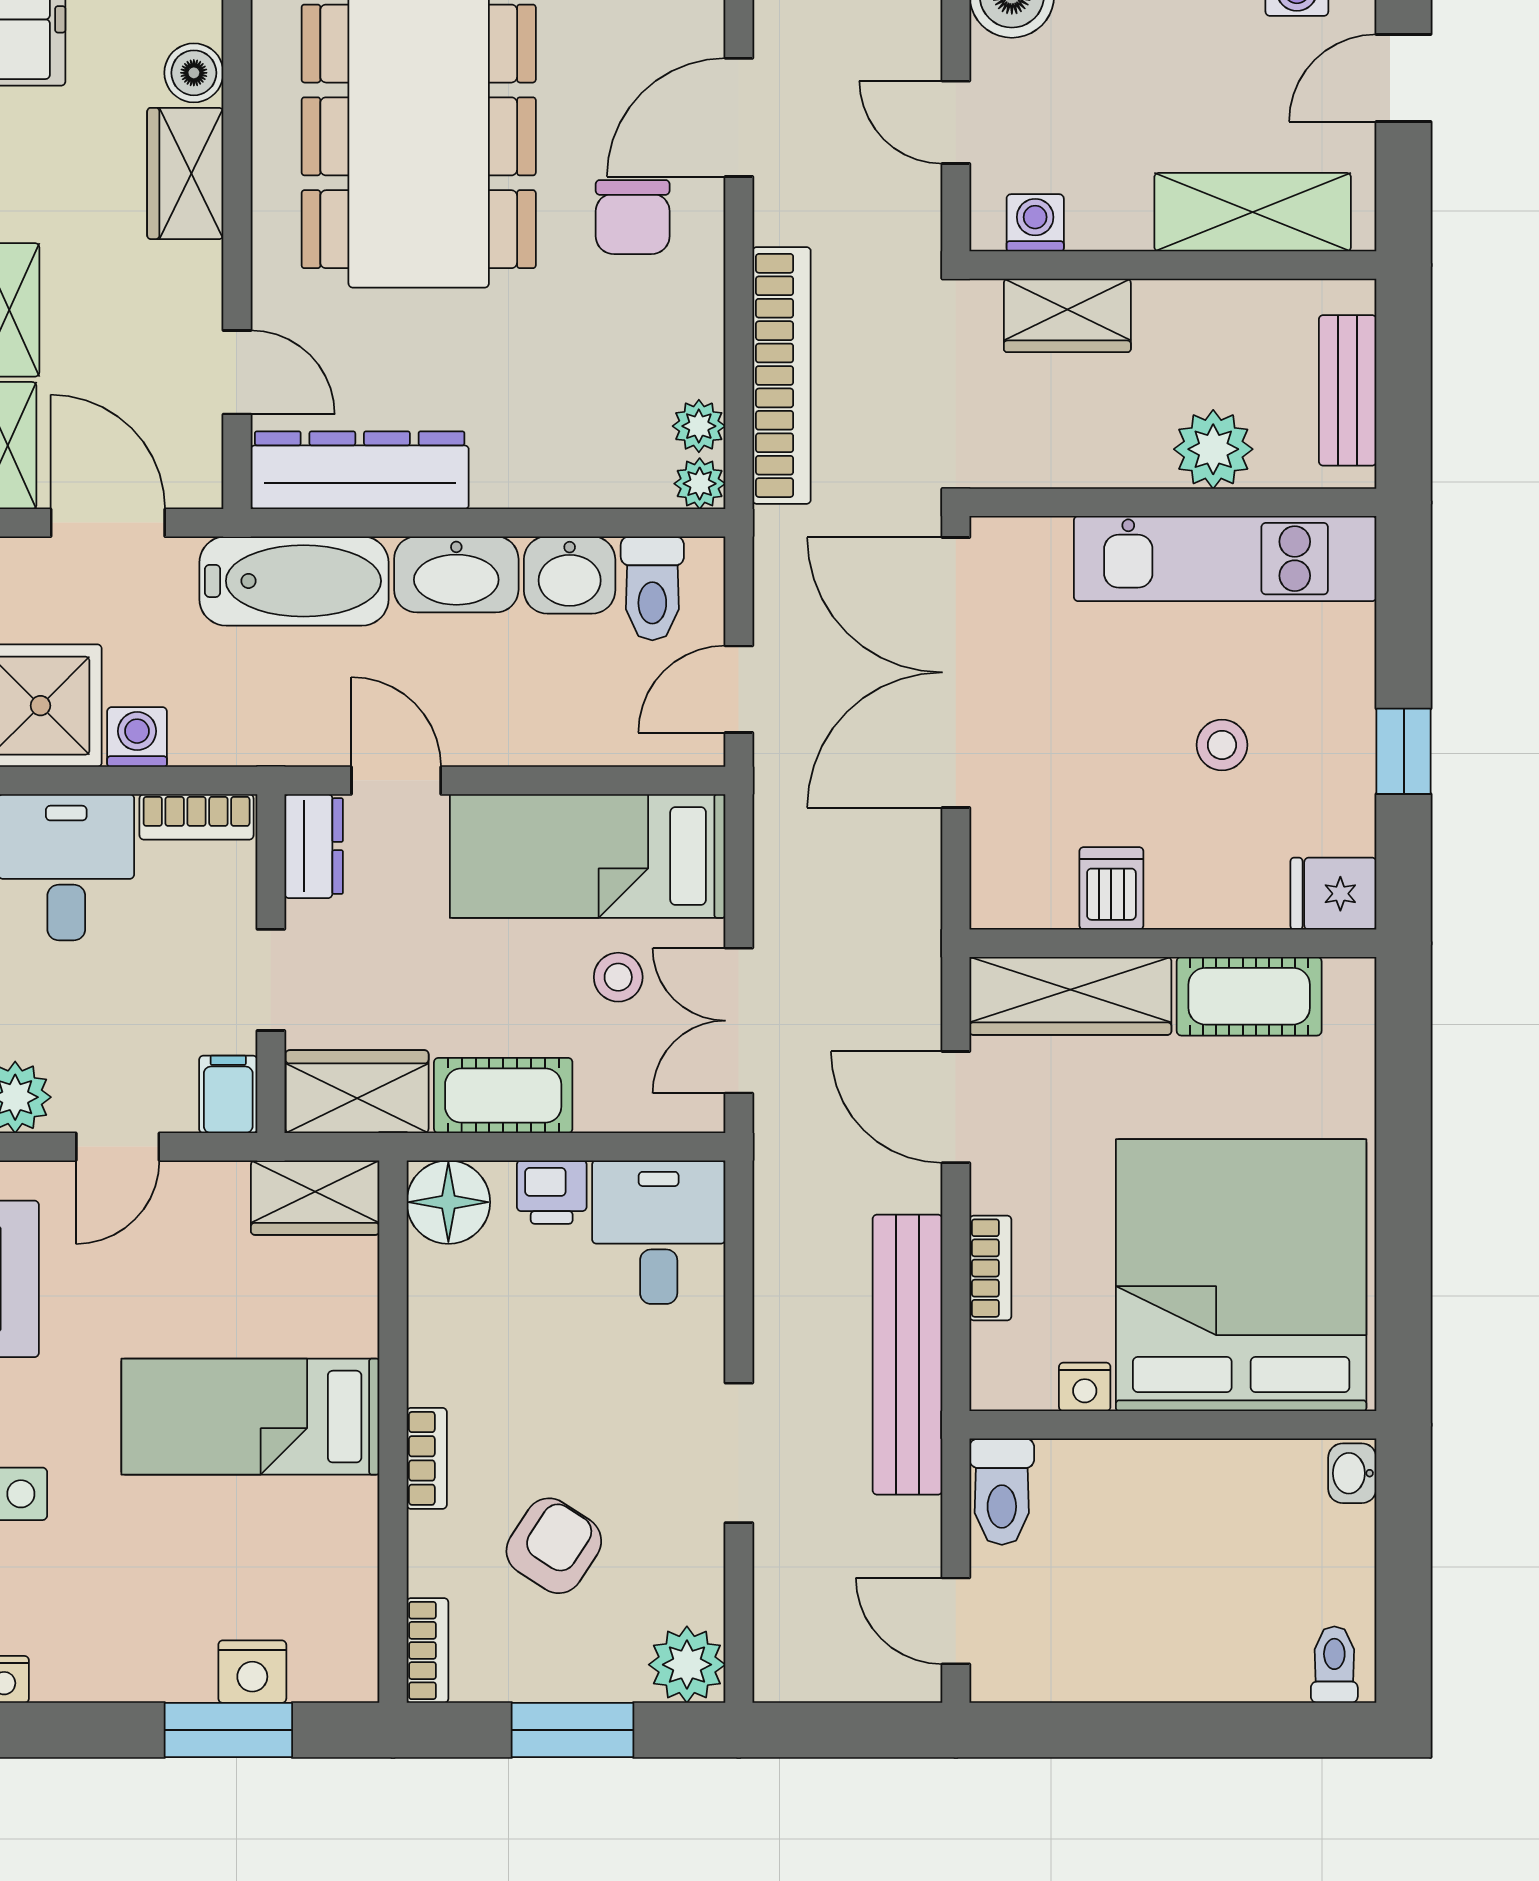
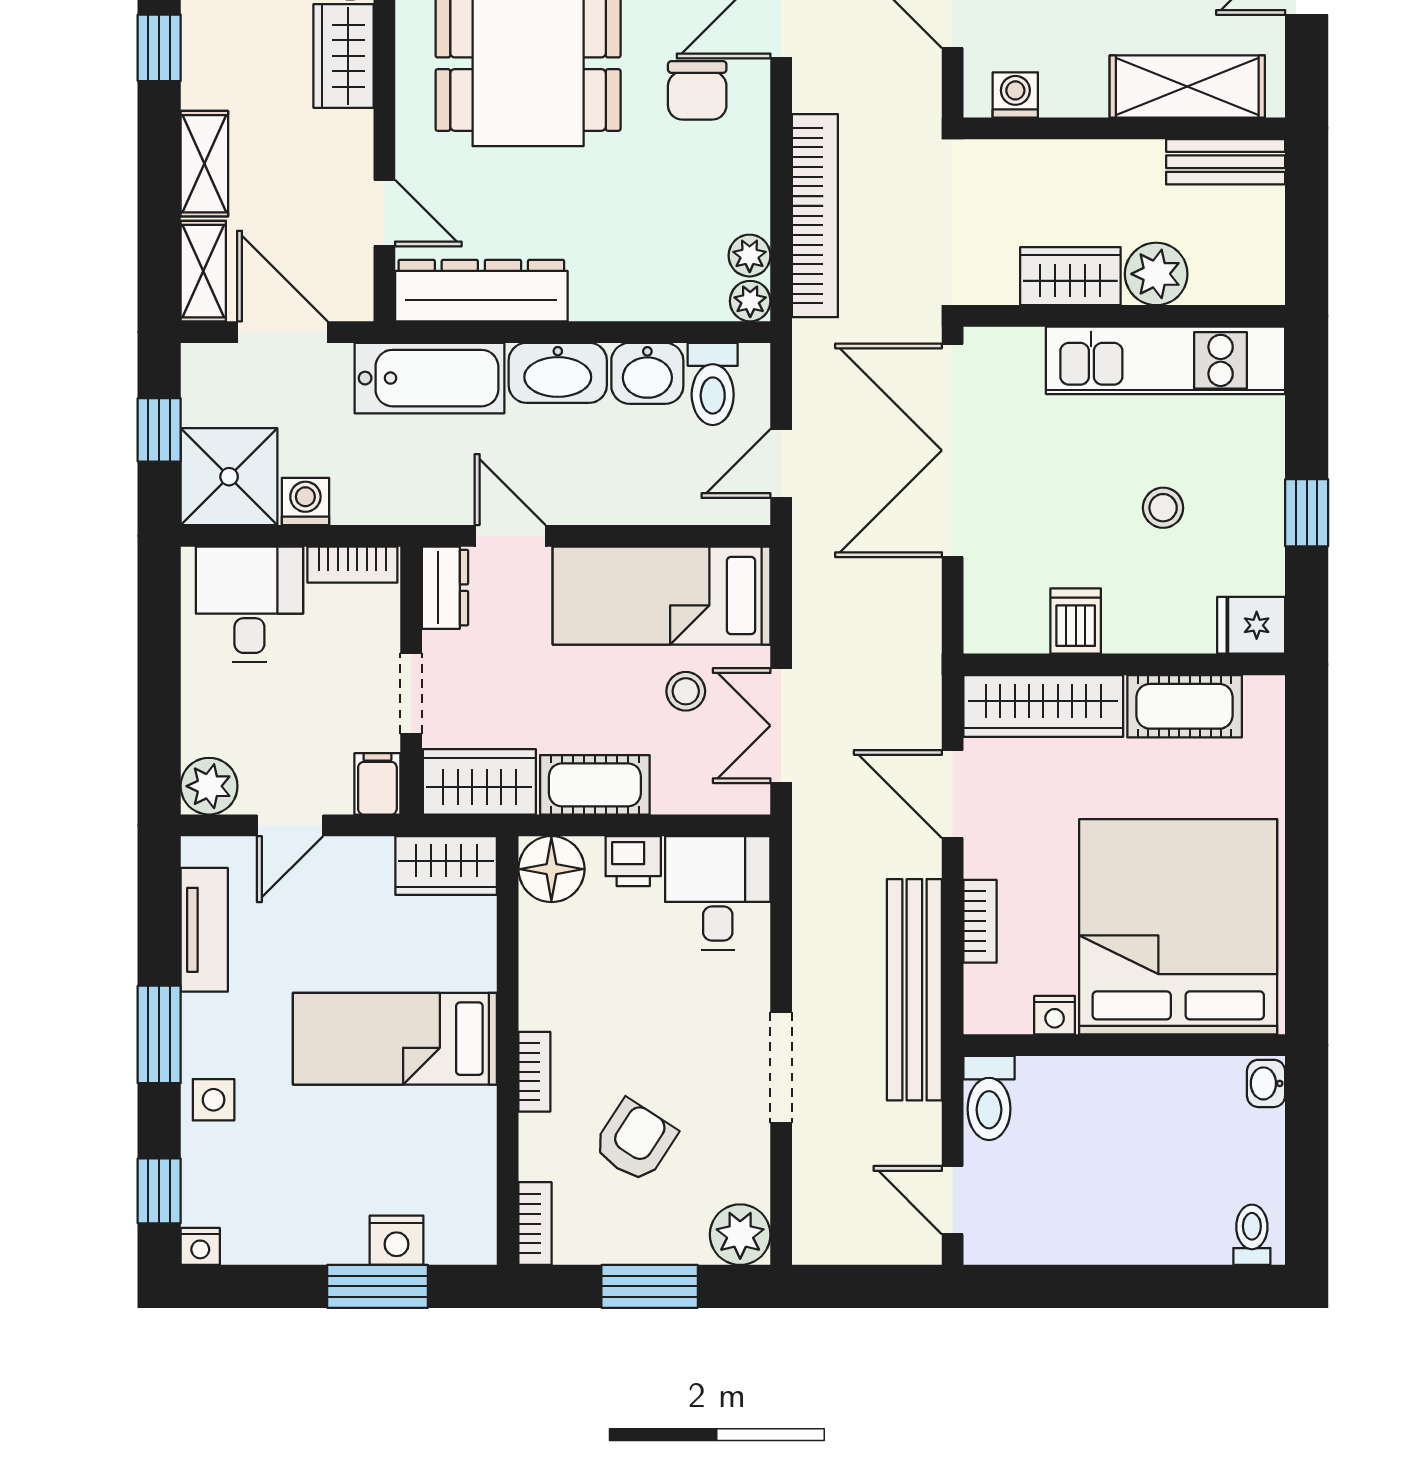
wardrobe: (1067, 315) -> (1070, 276), moved, turned 180
bench: (1348, 390) -> (1226, 162), moved, turned 90

